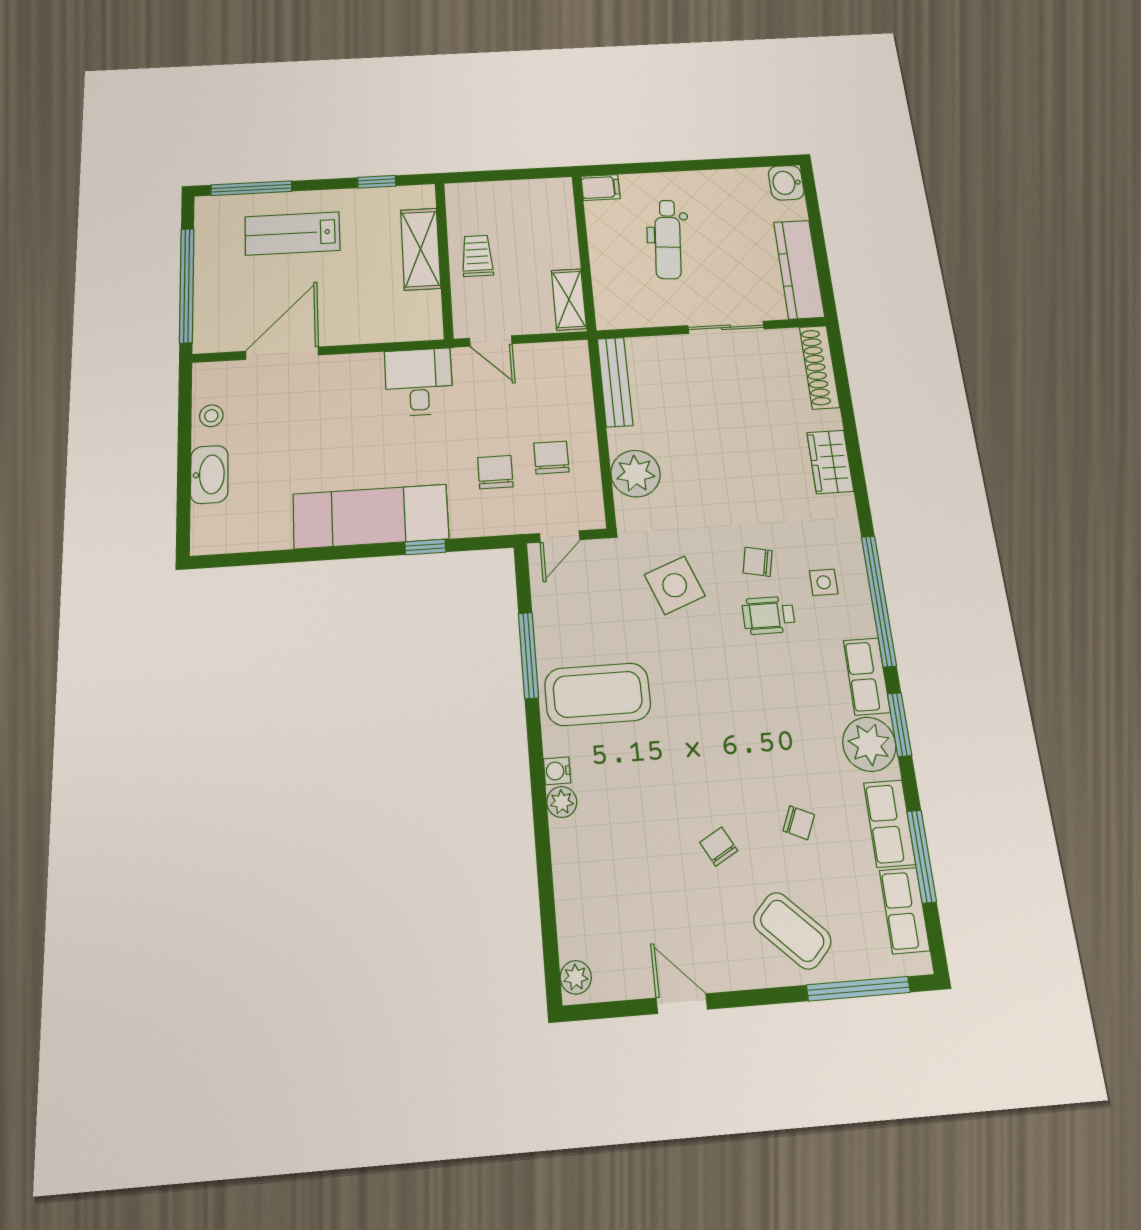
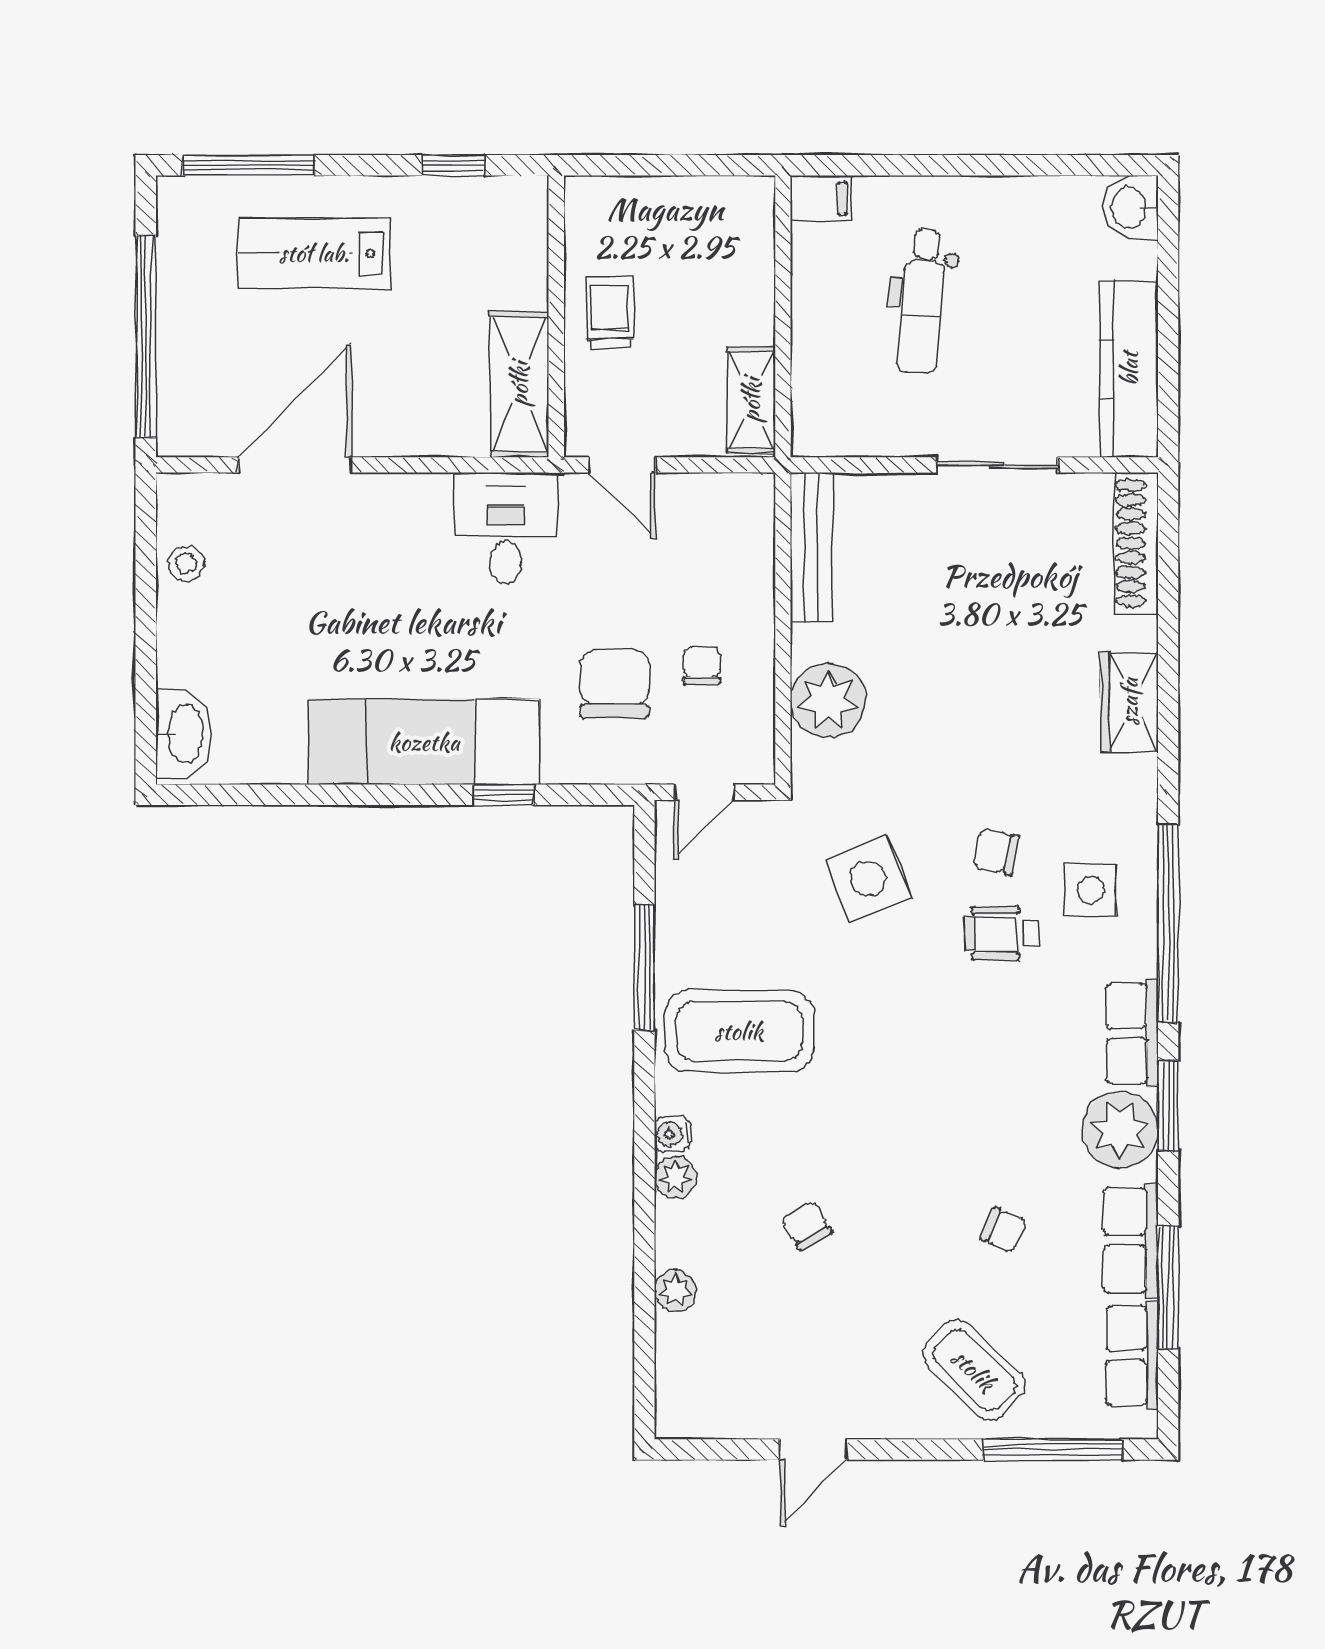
shelving: (421, 249) -> (519, 384), moved
chair: (551, 457) -> (702, 666), width x0.73, depth x0.73
chair: (495, 472) -> (615, 684), width x1.37, depth x1.37
washbasin: (209, 474) -> (184, 734), moved
side table: (824, 582) -> (1090, 890), width x1.37, depth x1.37
chair: (719, 847) -> (807, 1225), moved
plant: (576, 977) -> (675, 1291), moved
door: (682, 1004) -> (814, 1449), swing flipped

